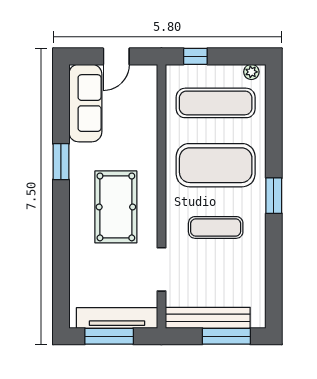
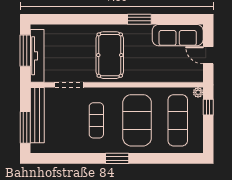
plant: (251, 72) -> (198, 92), moved
pool table: (116, 207) -> (110, 55), turned 90

